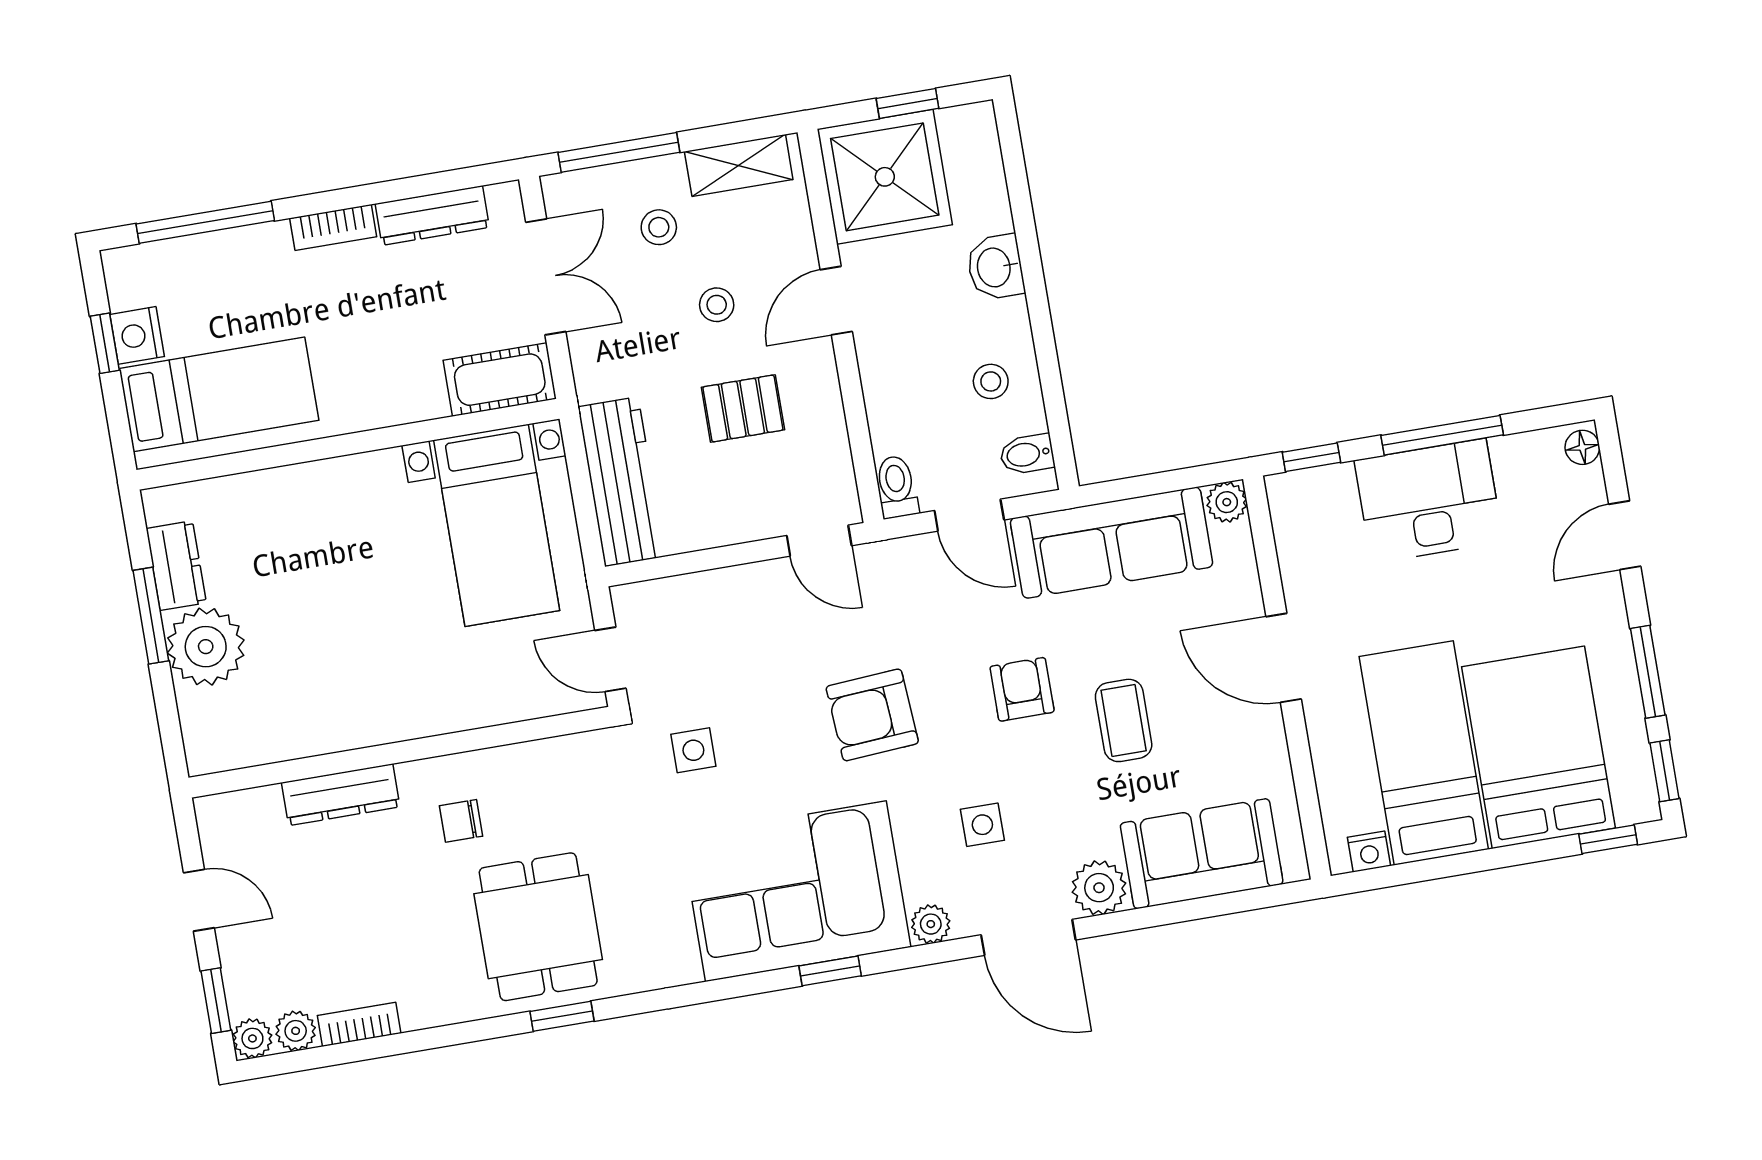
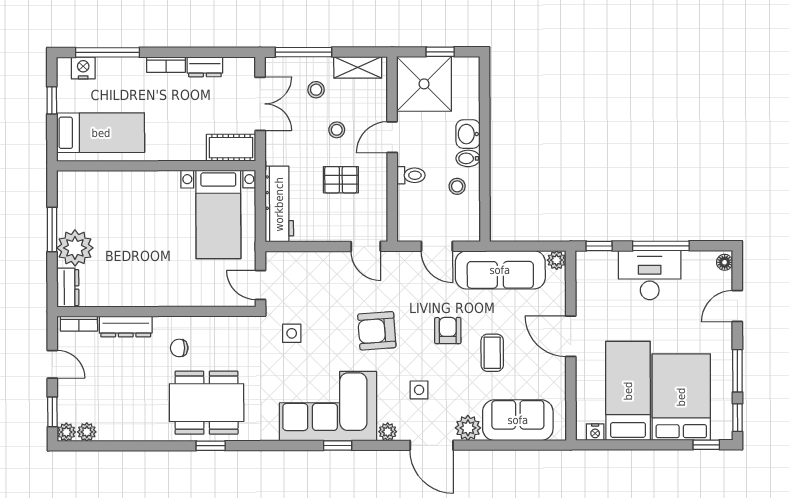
dresser: (432, 215) -> (205, 67), width x0.70
nightstand: (137, 335) -> (83, 68), moved, turned 90
bidet: (1027, 454) -> (468, 158), moved
toilet: (897, 487) -> (411, 175), moved, turned 90
dresser: (176, 566) -> (68, 288), moved
dining table: (538, 927) -> (207, 403), width x1.38
bookcase: (359, 1024) -> (79, 324), moved, turned 180

